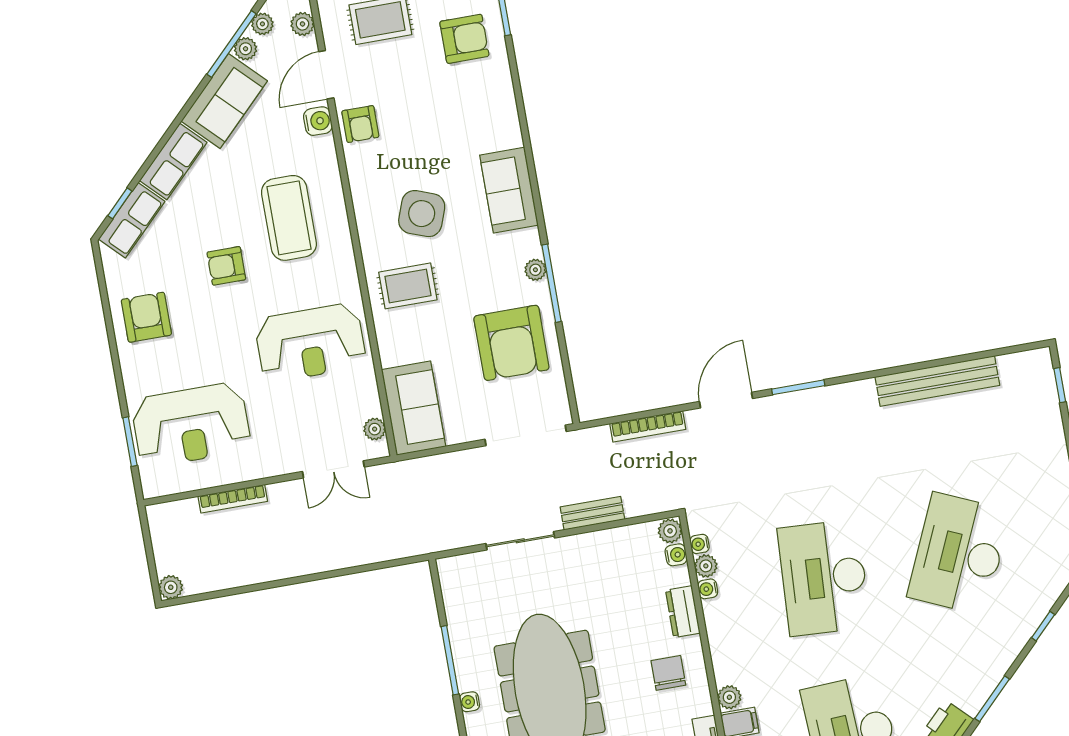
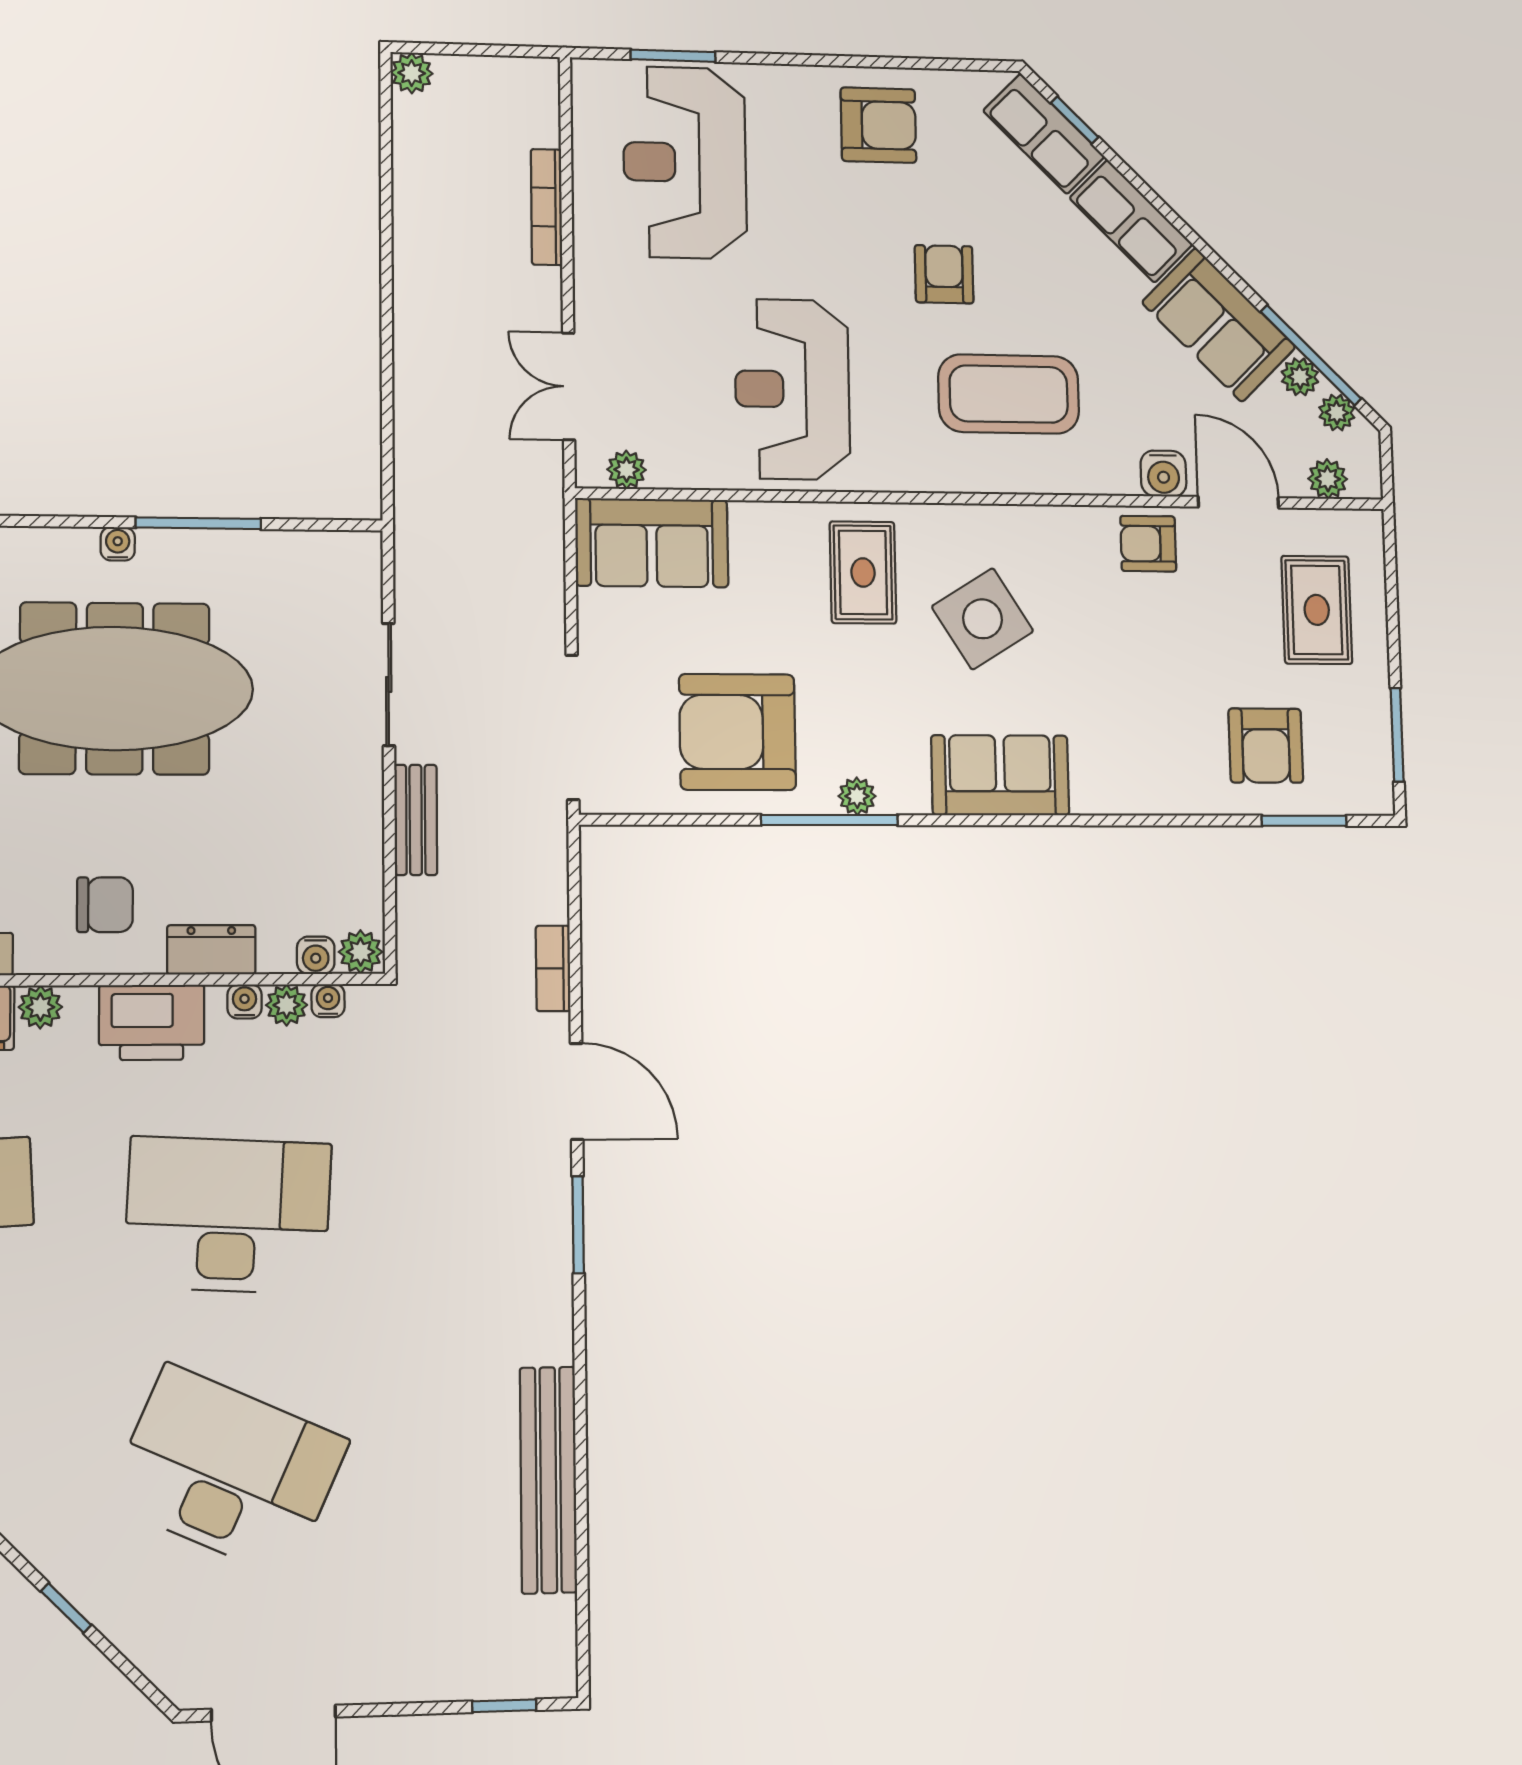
side table: (422, 214) -> (983, 619), turned 38
bookcase: (648, 426) -> (553, 968), width x0.64
printer: (728, 637) -> (152, 1022), added

